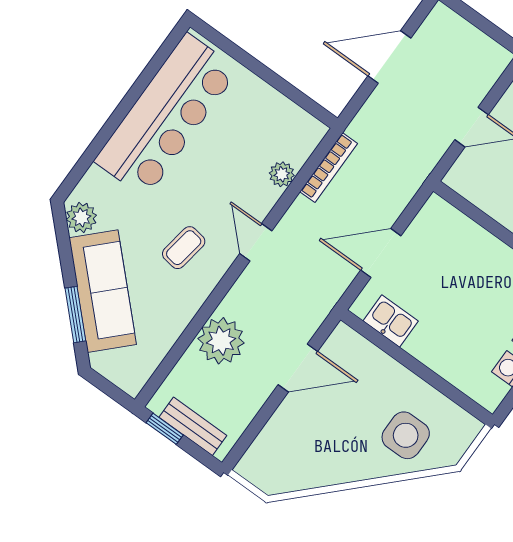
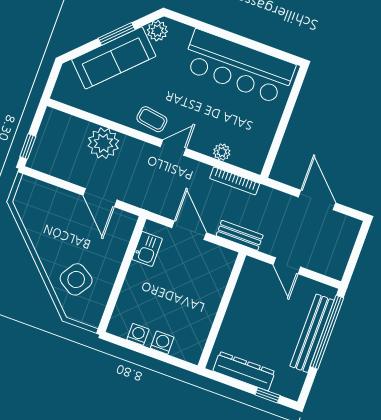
coffee table: (184, 248) -> (152, 119), moved
window: (75, 315) -> (117, 34), moved
bench: (193, 426) -> (240, 235), moved, turned 90
window: (165, 429) -> (28, 147), moved
side table: (406, 435) -> (76, 279), turned 32

